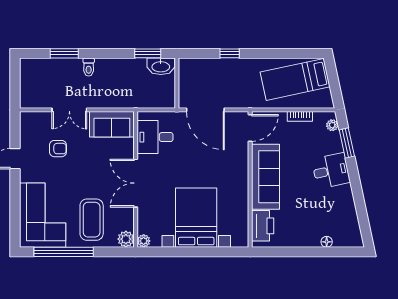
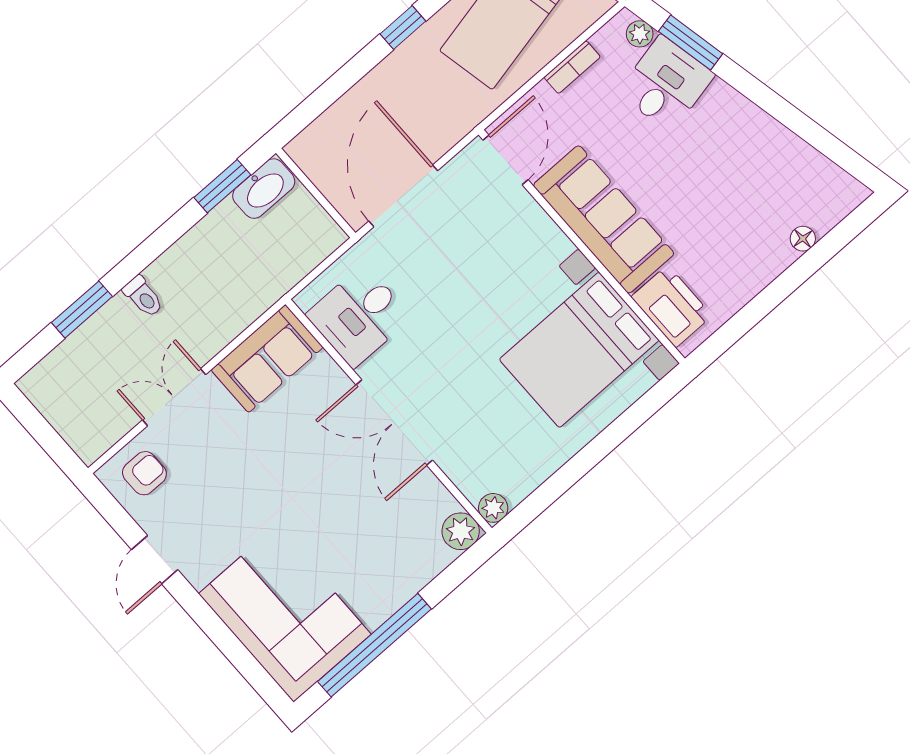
window: (230, 53) -> (403, 28), moved
double door: (69, 110) -> (174, 397), swing flipped
door: (205, 110) -> (403, 196), swing flipped
armchair: (58, 149) -> (144, 473), moved
desk: (331, 171) -> (666, 84), moved
bed with nightstands: (196, 218) -> (579, 350), moved, turned -90
coffee table: (92, 220) -> (374, 549), removed

